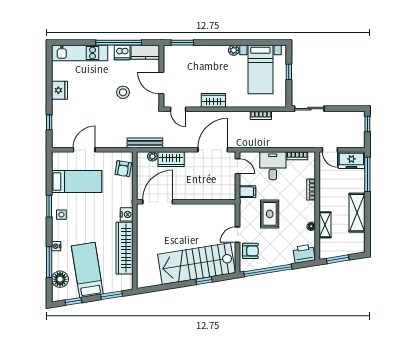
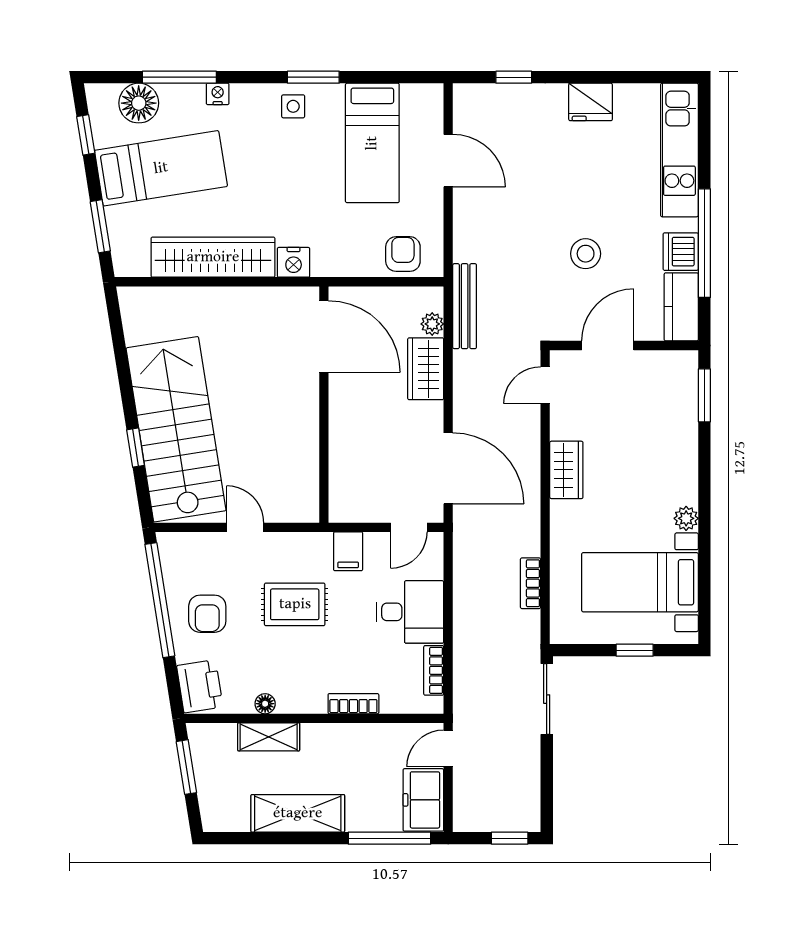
armchair: (123, 169) -> (403, 254), turned 81
armchair: (250, 251) -> (207, 614), moved

